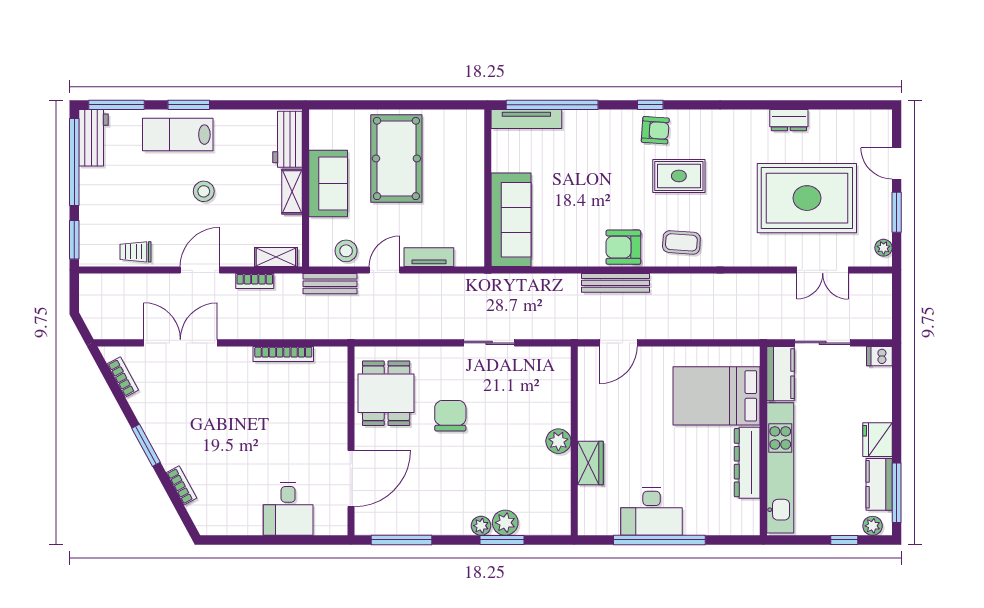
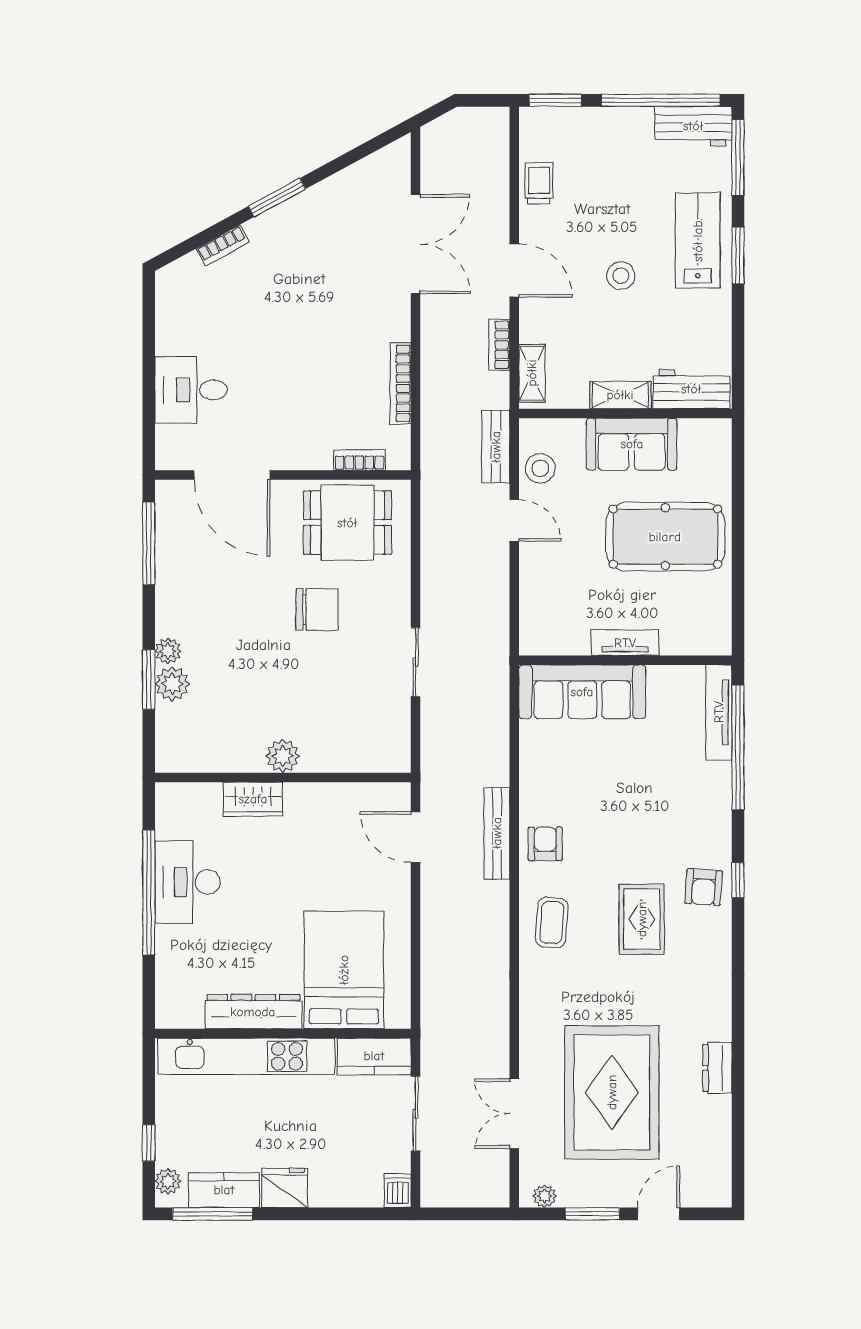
armchair: (623, 247) -> (545, 844), width x0.72, depth x0.72
tv unit: (429, 257) -> (625, 643), moved, turned -90
bookcase: (123, 377) -> (359, 460), moved, turned -151

